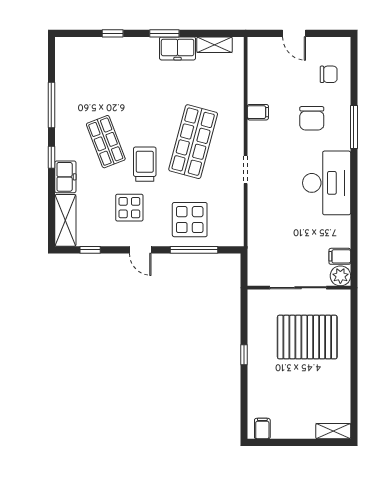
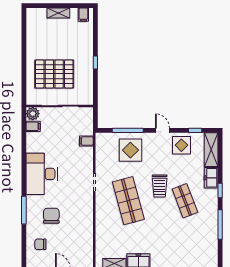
filing cabinet: (258, 112) -> (86, 141), moved
shop shelf: (193, 142) -> (128, 201), turned -30
display table: (129, 208) -> (181, 145), moved
shelving: (333, 431) -> (58, 13), moved

